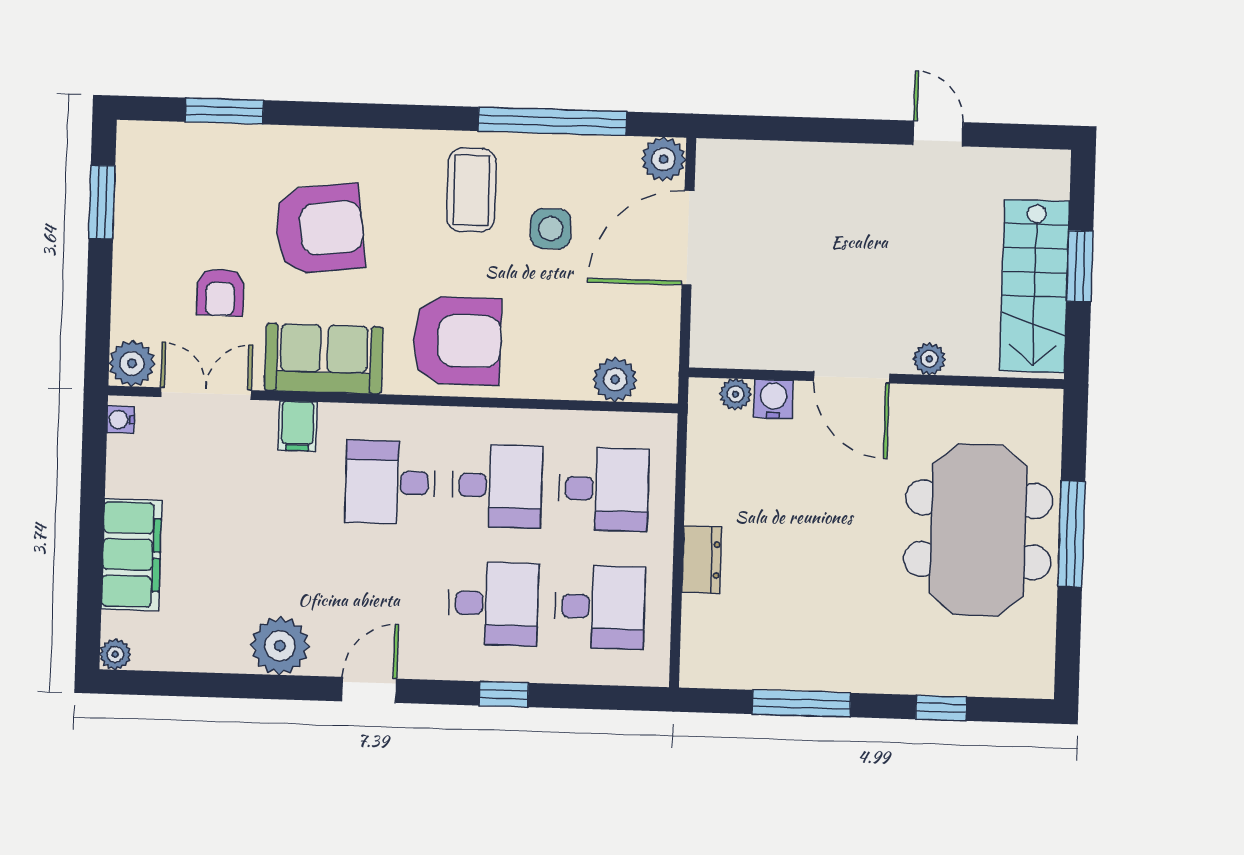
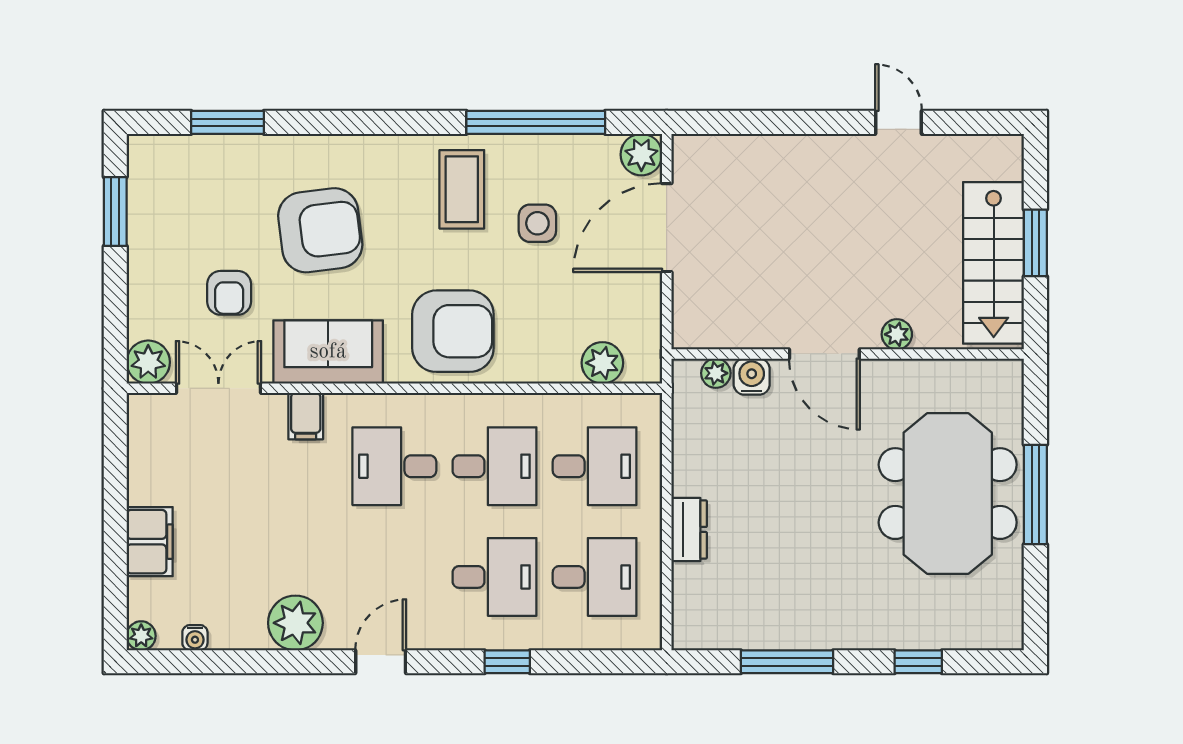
water cooler: (121, 420) -> (195, 638), moved, turned -90
filing cabinet: (132, 555) -> (150, 542), width x0.67, depth x0.86

